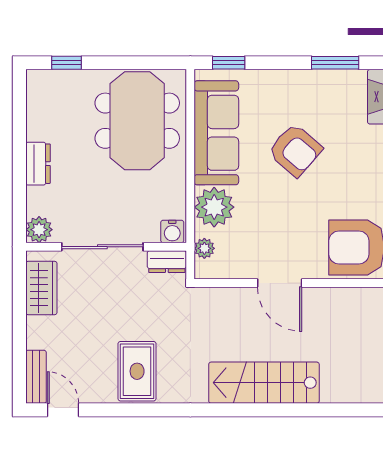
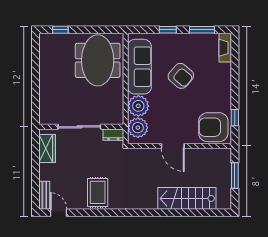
window: (229, 63) -> (168, 30), moved
dresser: (38, 164) -> (45, 83), removed
plant: (39, 230) -> (46, 118), removed
water cooler: (172, 231) -> (116, 119), removed
plant: (204, 248) -> (138, 128), width x1.87, depth x1.87
stairs: (264, 383) -> (187, 198), moved

